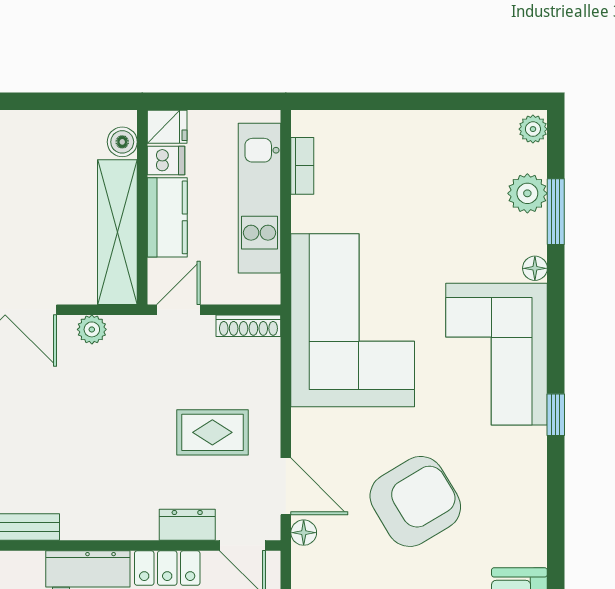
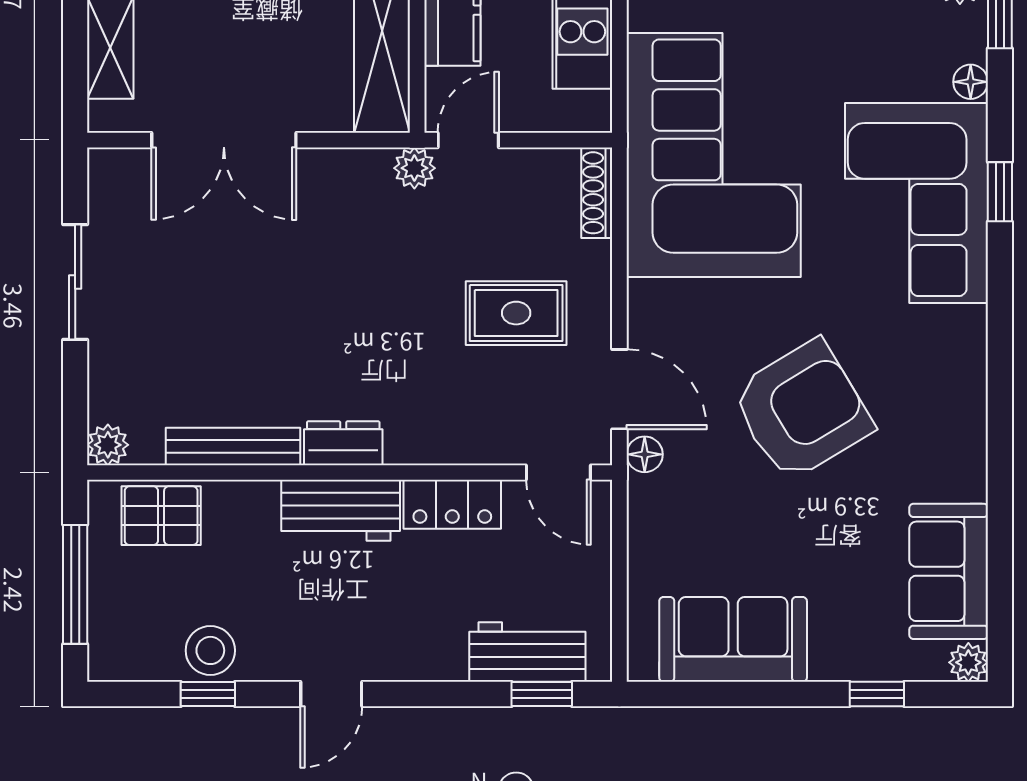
shoe rack: (248, 326) -> (597, 193), moved, turned 90
plant: (92, 329) -> (414, 168), moved
window: (556, 415) -> (1000, 192), moved
dresser: (187, 525) -> (343, 443), moved

